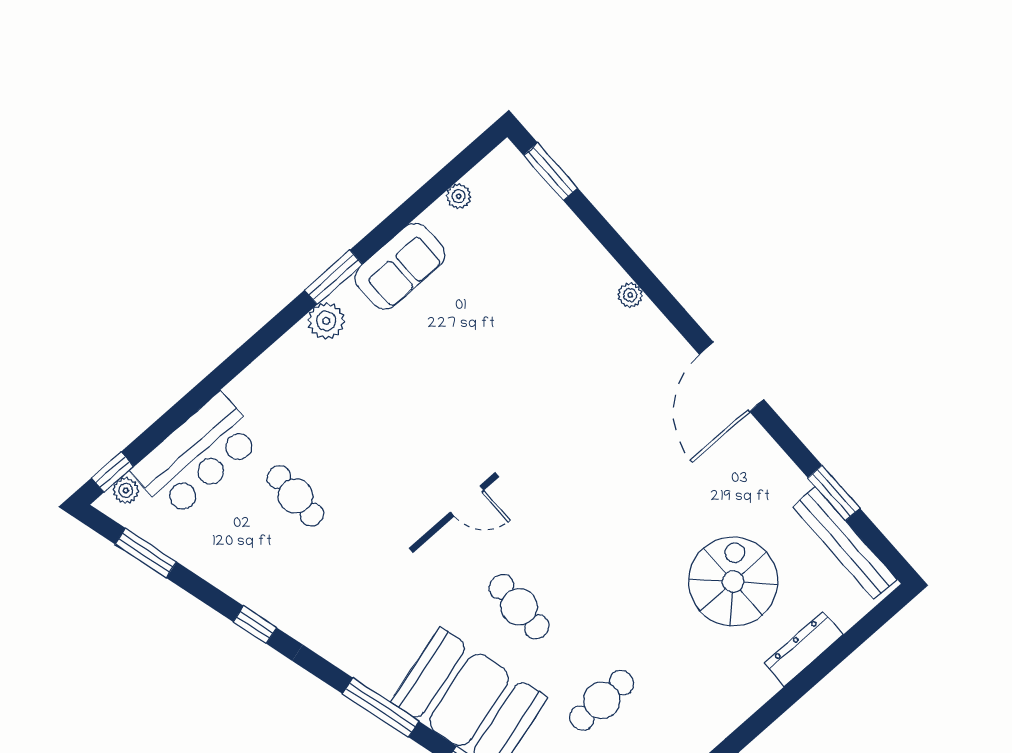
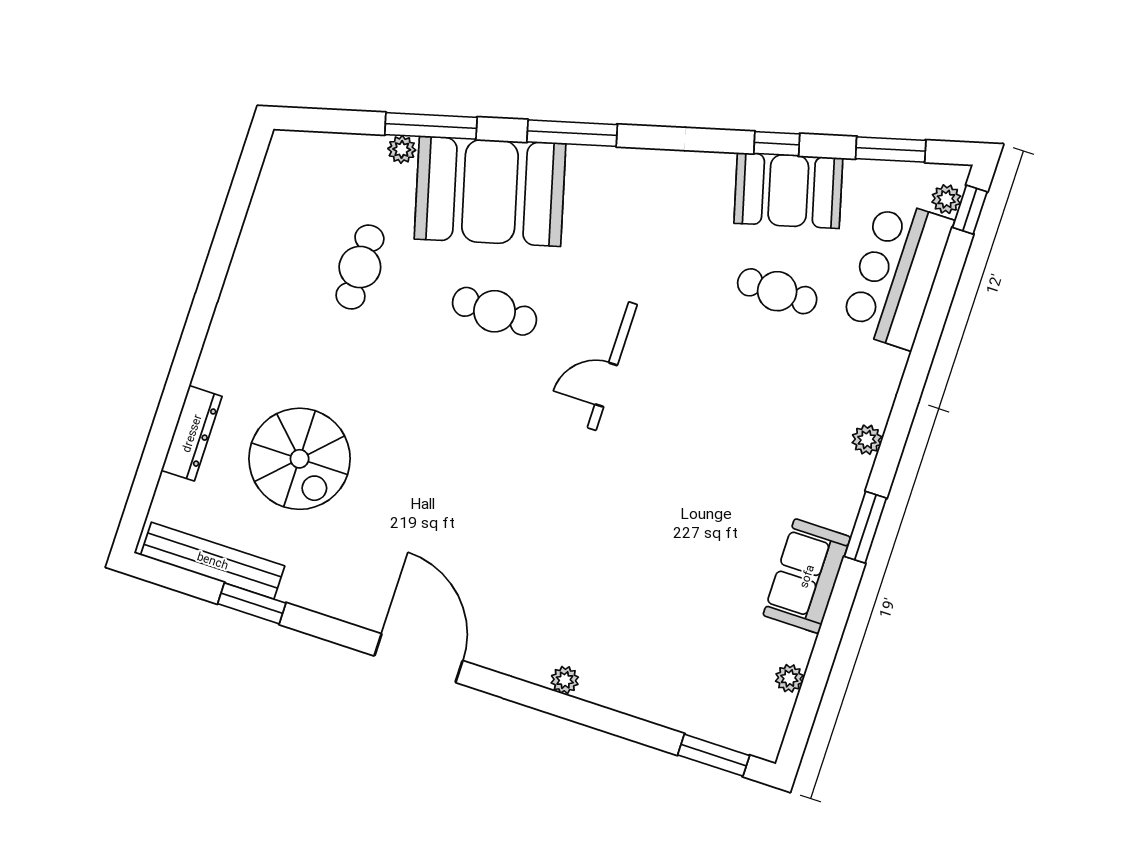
plant: (326, 321) -> (867, 440), moved, width x0.73, depth x0.73
booth: (242, 567) -> (788, 191), added
window: (255, 625) -> (777, 144), moved

